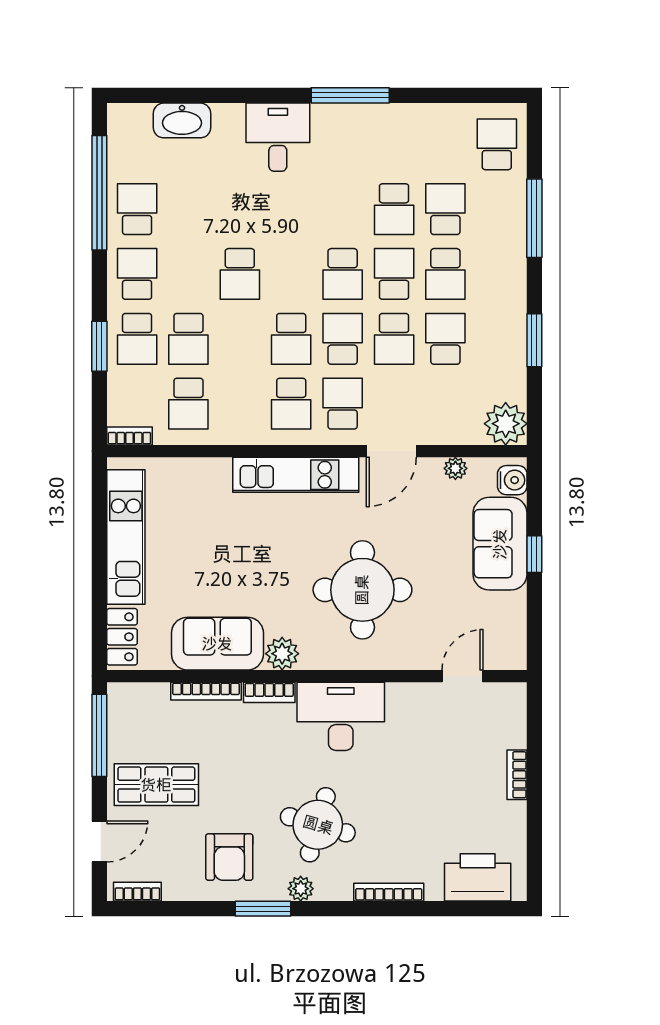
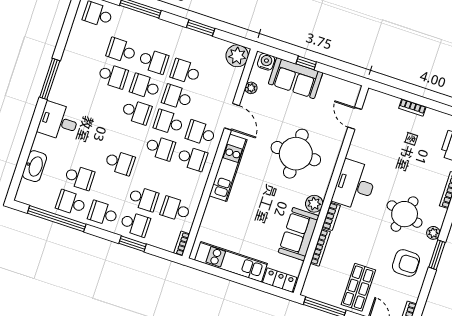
school desk: (188, 209) -> (79, 177), added
school desk: (394, 339) -> (177, 97), turned 180
school desk: (188, 404) -> (175, 209), turned 180

